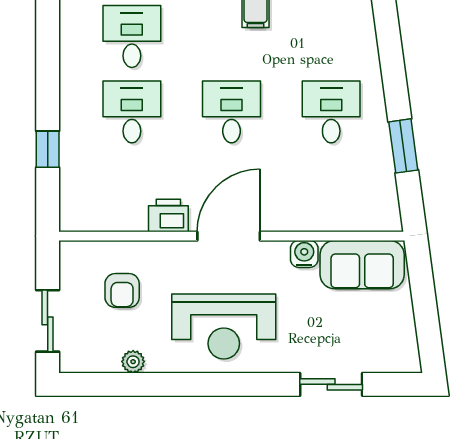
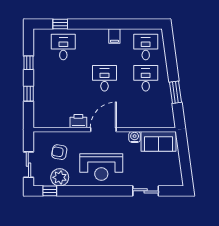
window: (48, 74) -> (28, 63), added
desk: (132, 112) -> (146, 47), moved
armchair: (122, 290) -> (59, 152), turned 100
plant: (133, 362) -> (60, 177), width x1.88, depth x1.88
window: (99, 384) -> (50, 191), added

